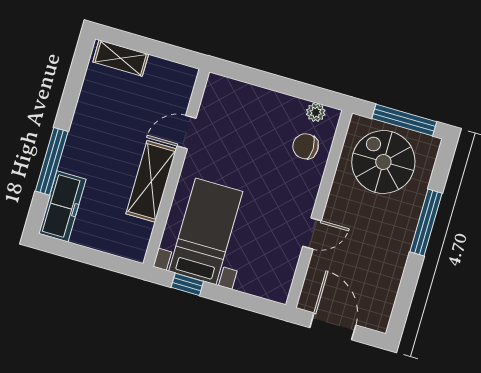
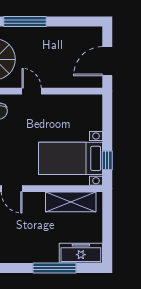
shelving: (151, 181) -> (71, 202), moved
door: (312, 233) -> (32, 91), moved

